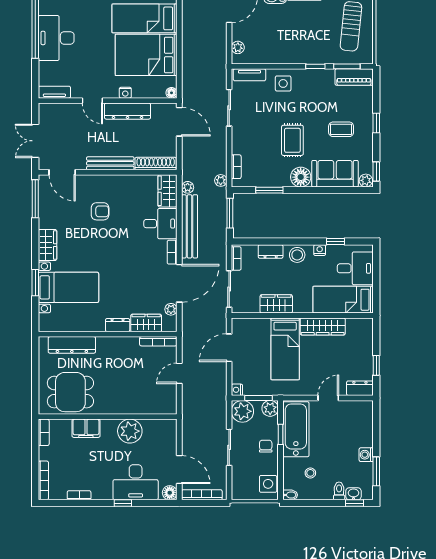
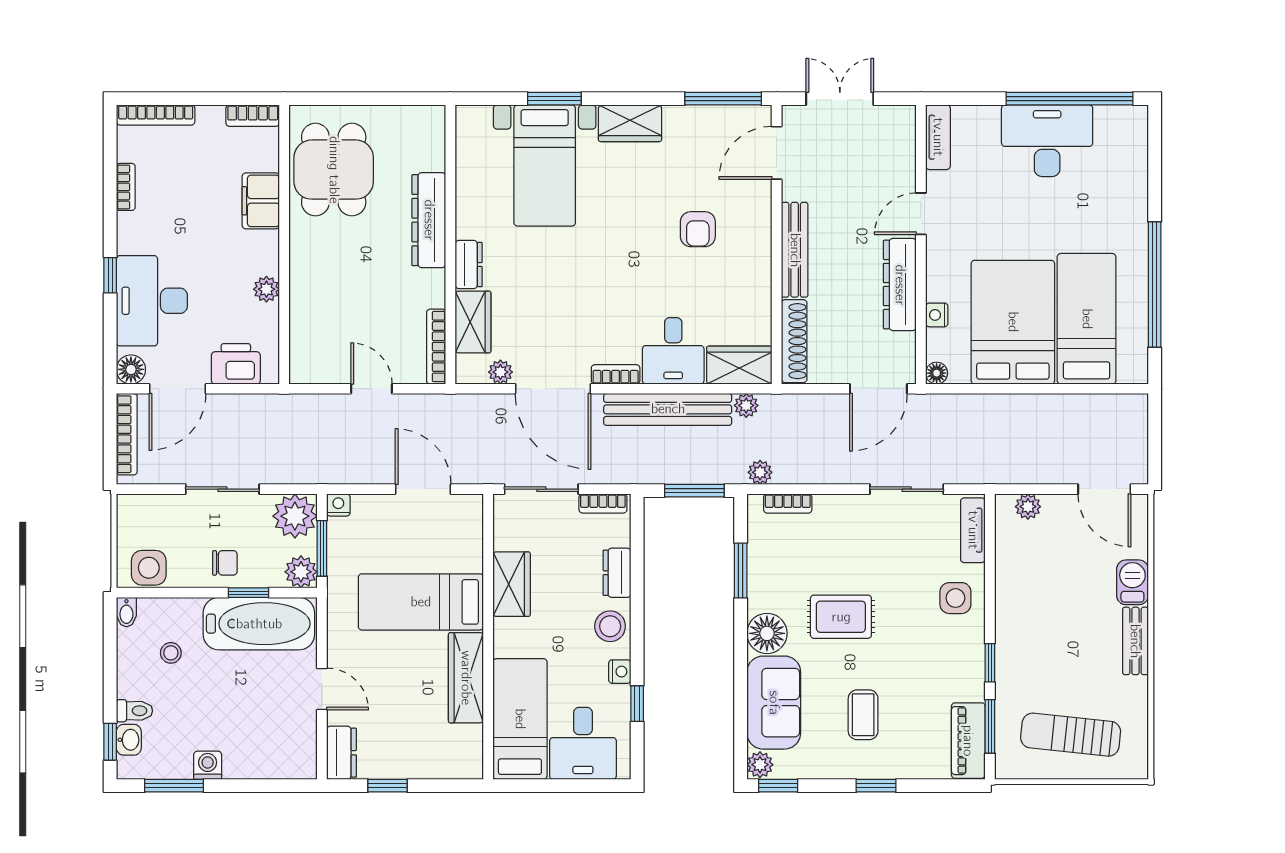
nightstand: (125, 93) -> (937, 315), moved
dresser: (72, 345) -> (429, 220), moved
plant: (130, 431) -> (266, 289), width x0.53, depth x0.53
printer: (167, 441) -> (236, 364), added

